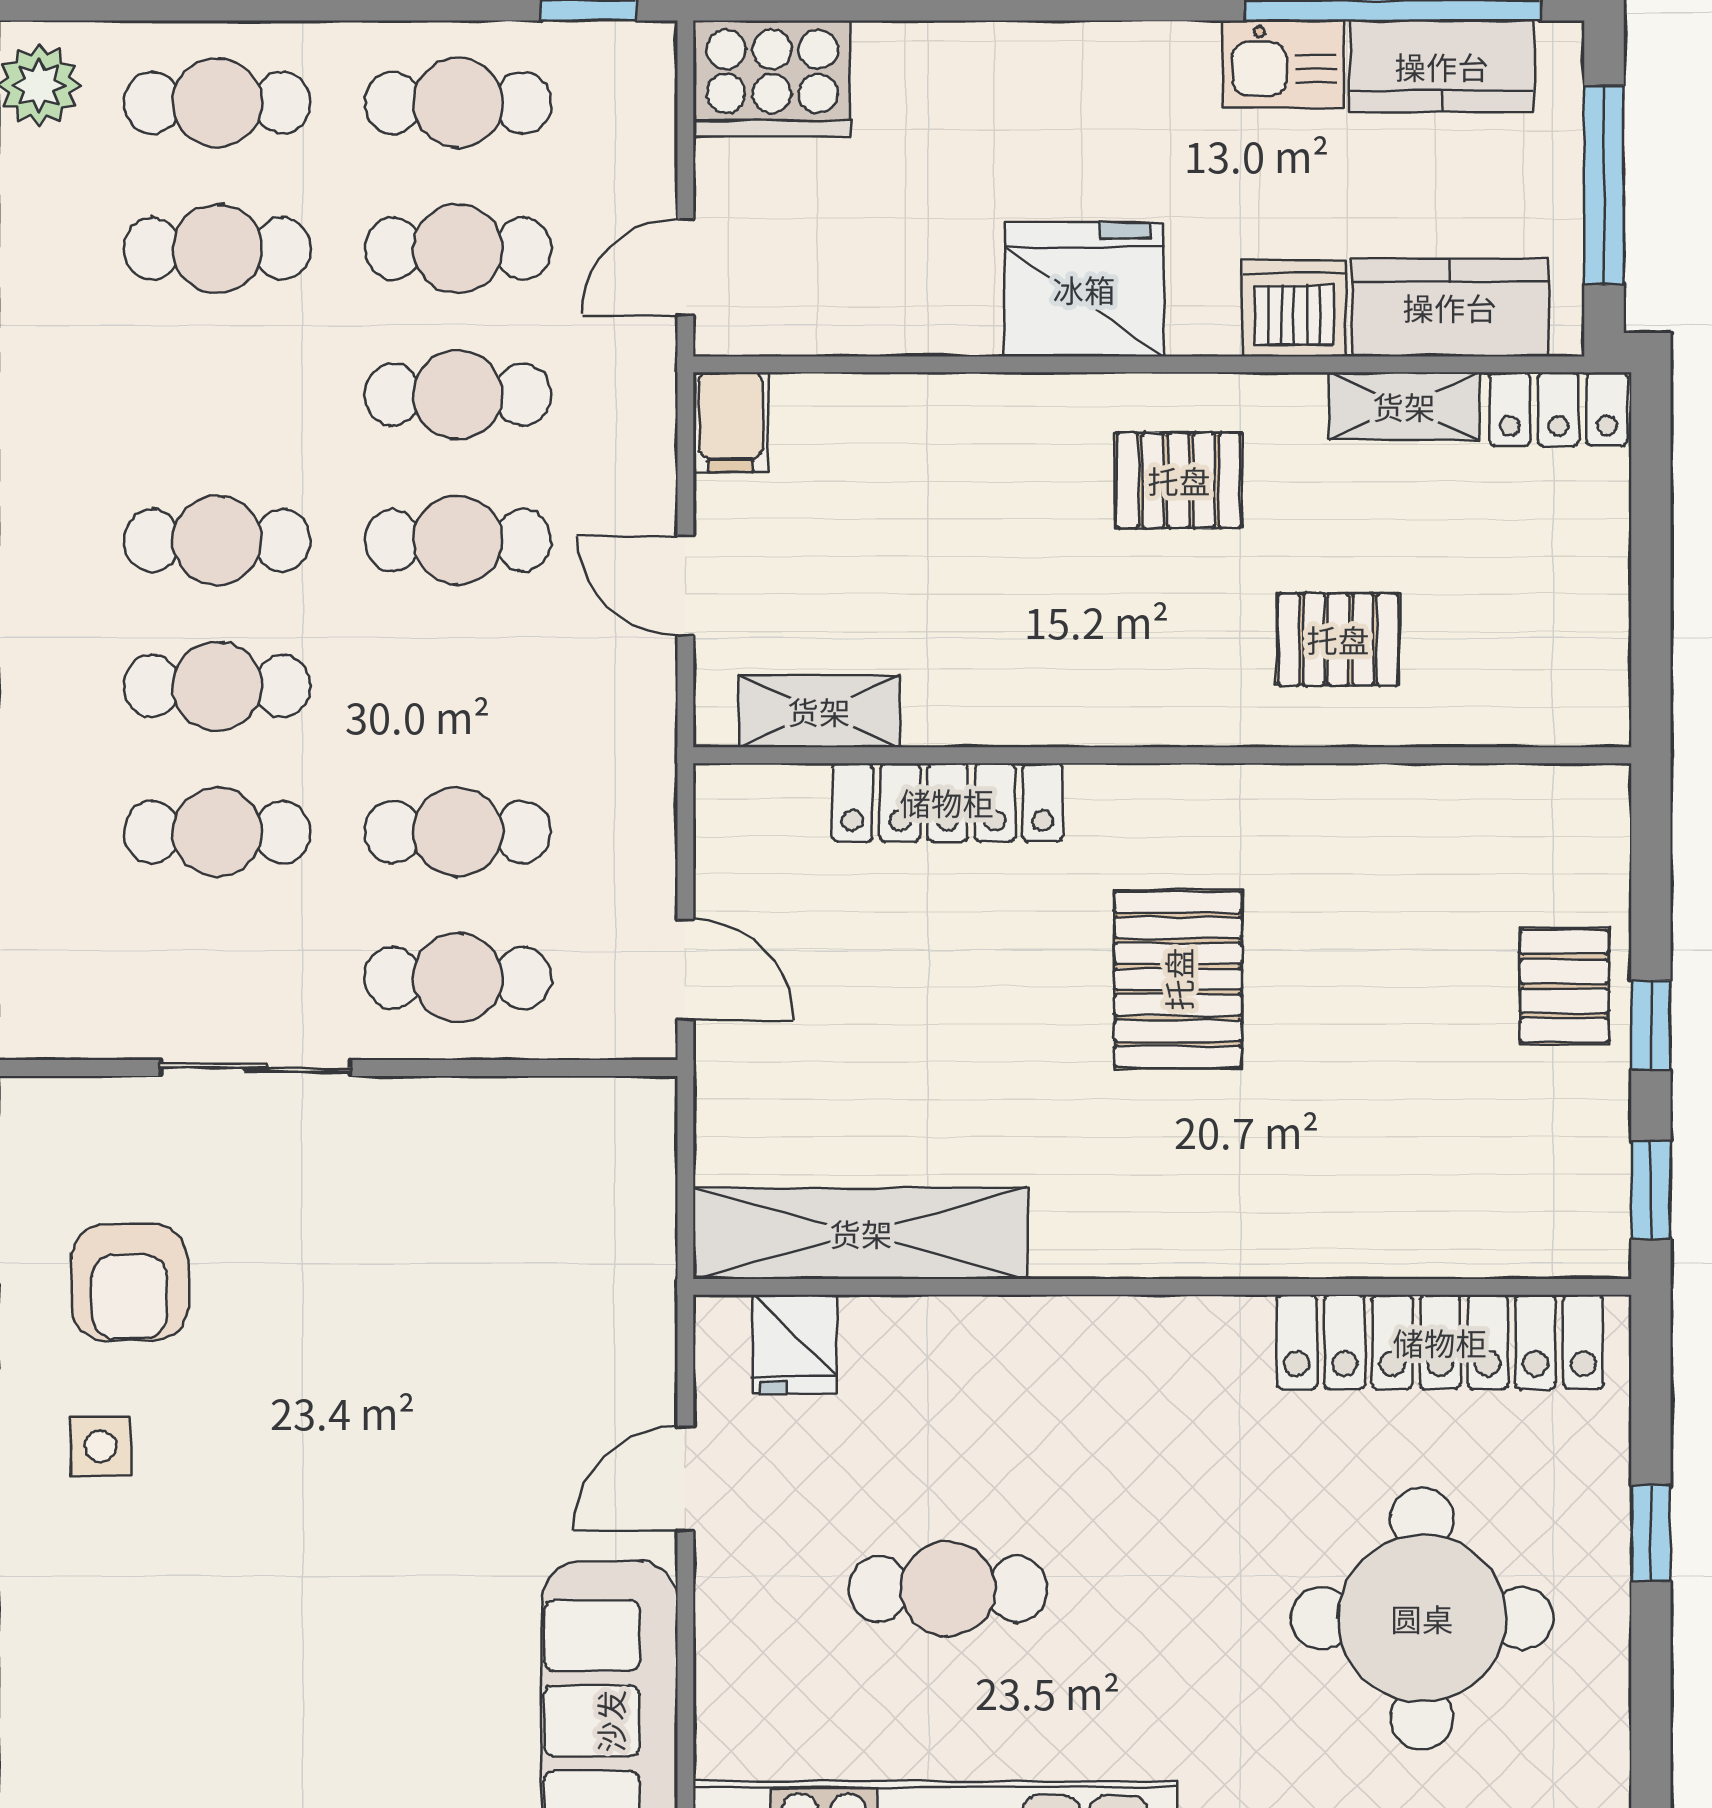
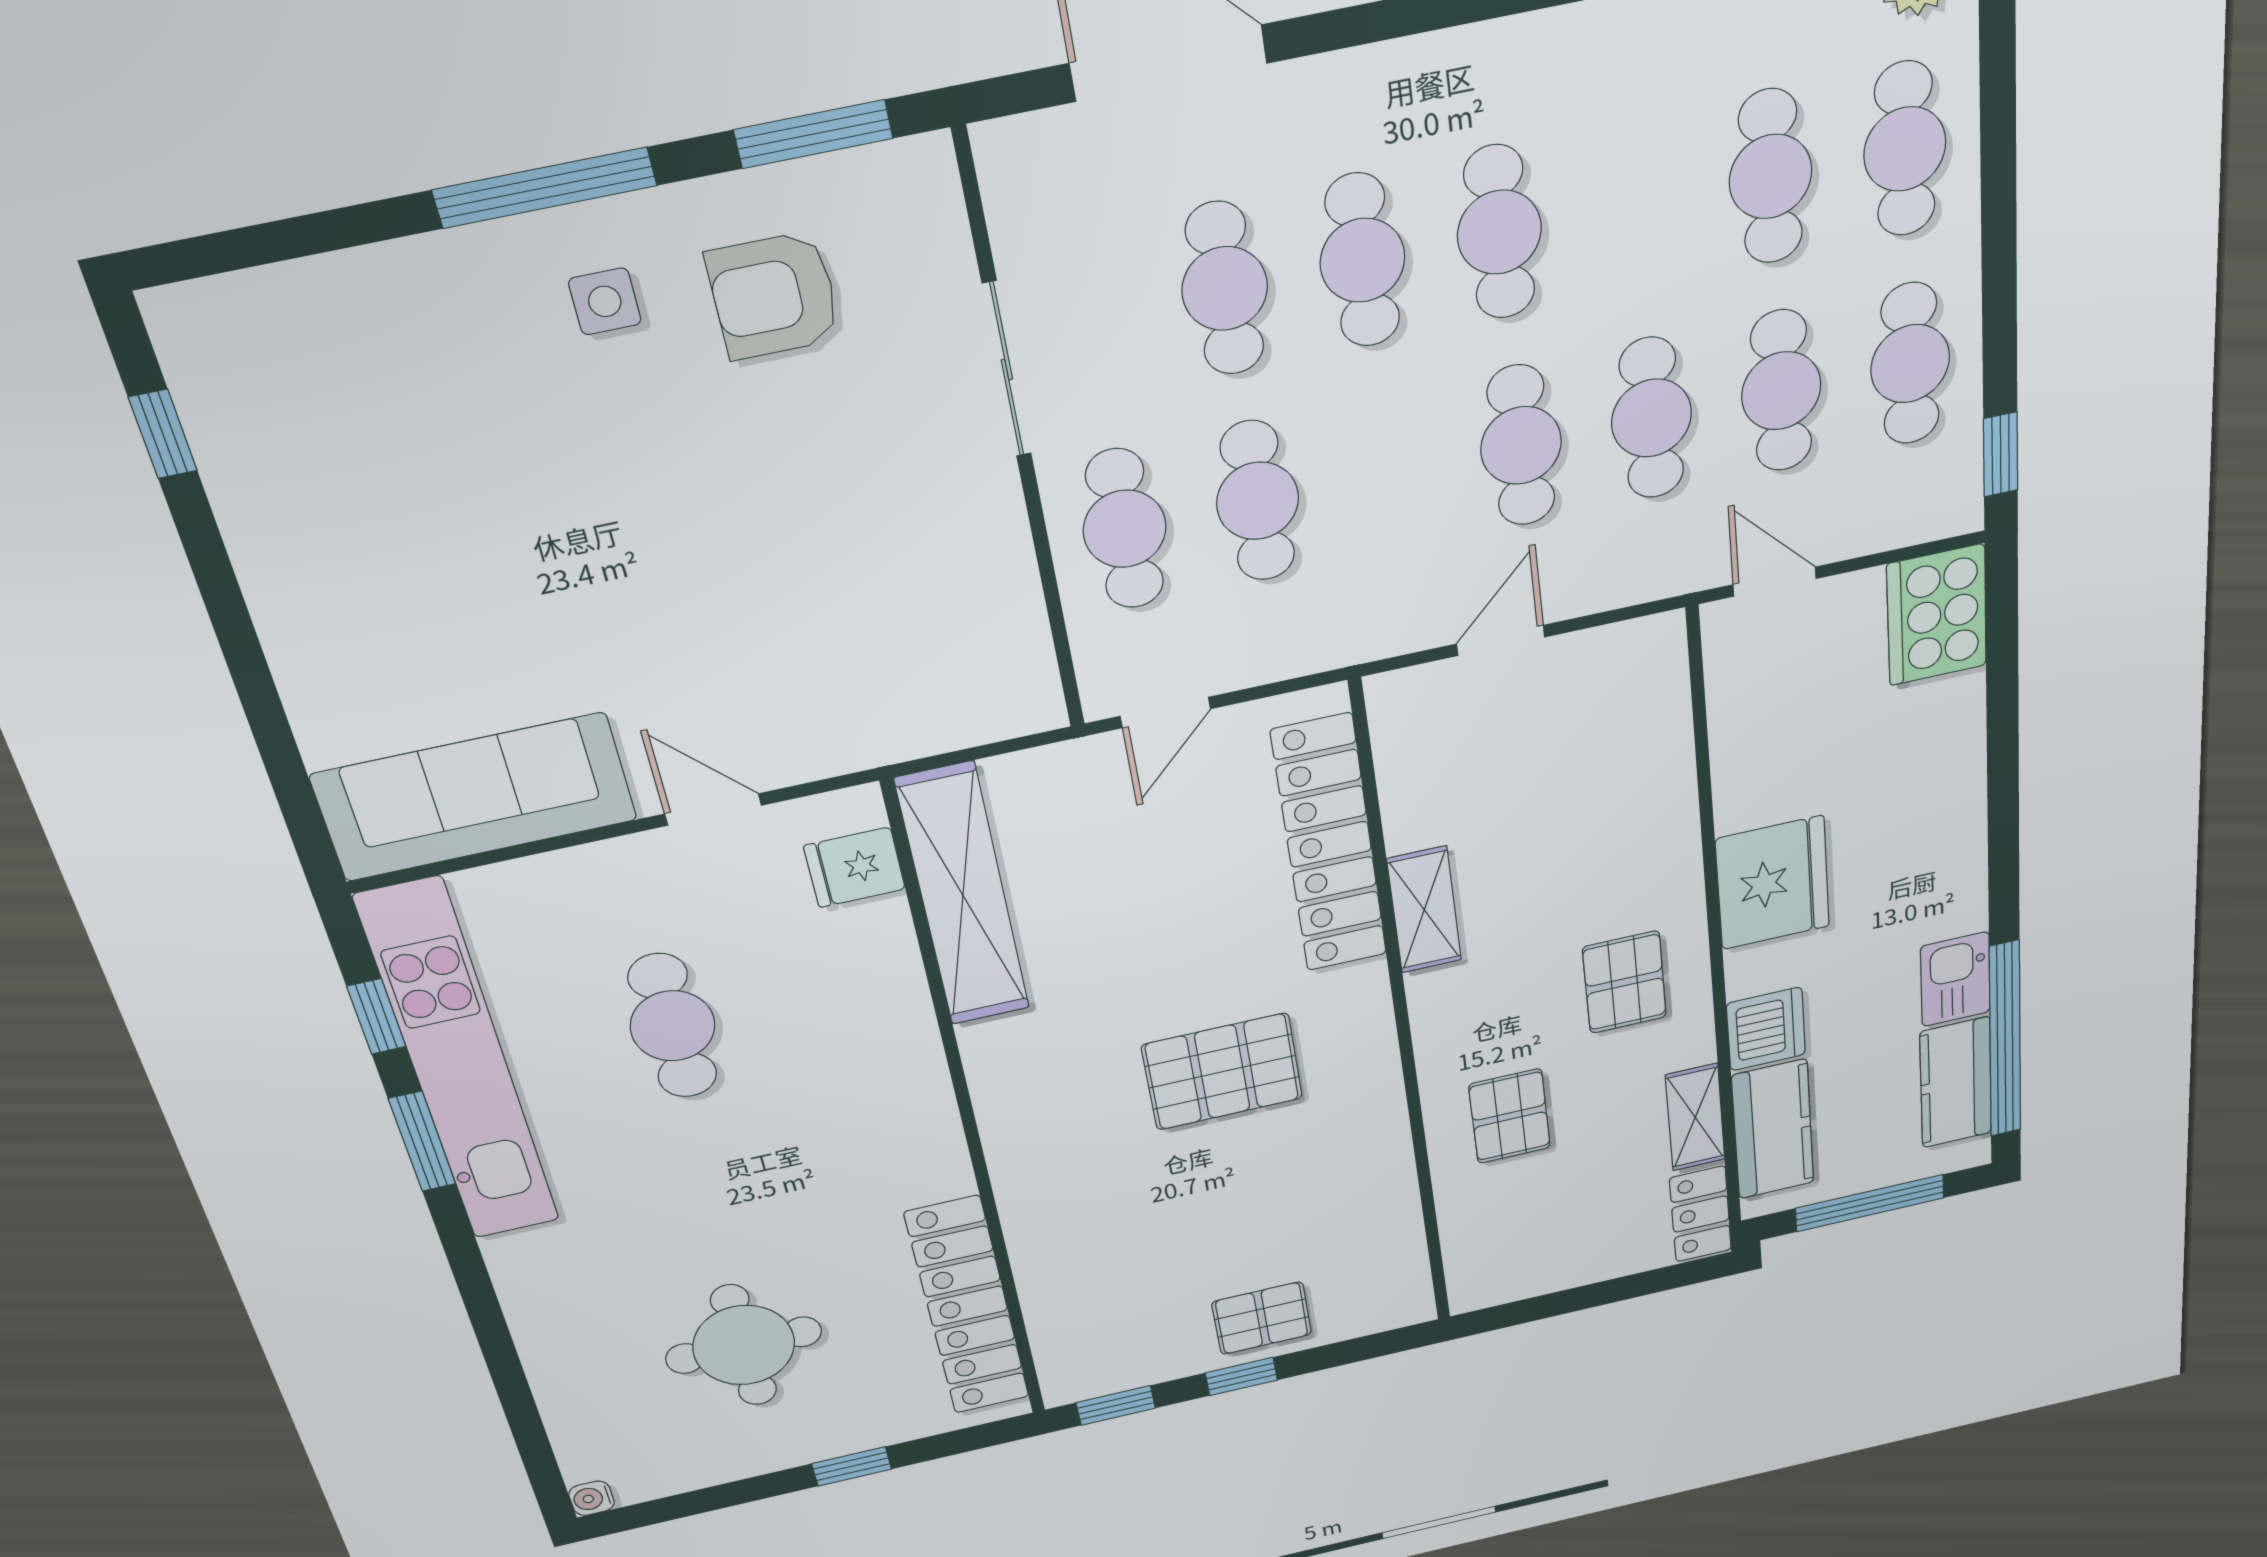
filing cabinet: (731, 422) -> (1645, 646), removed
shelving: (819, 711) -> (1424, 910), moved
locker: (947, 802) -> (1329, 844), width x1.41, depth x1.21
round table: (1422, 1618) -> (744, 1345), width x0.73, depth x0.73

